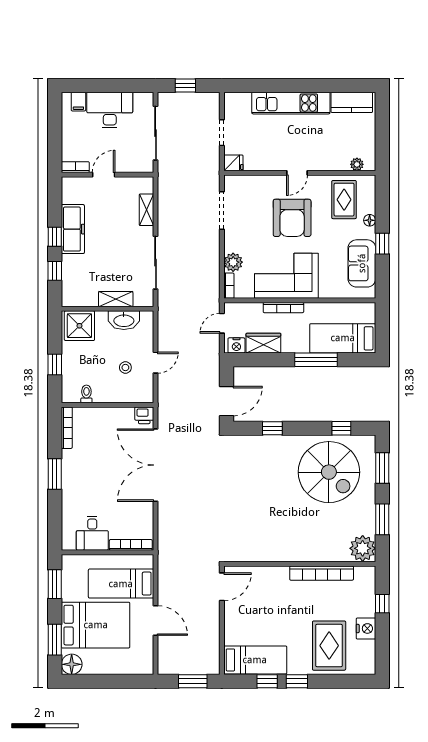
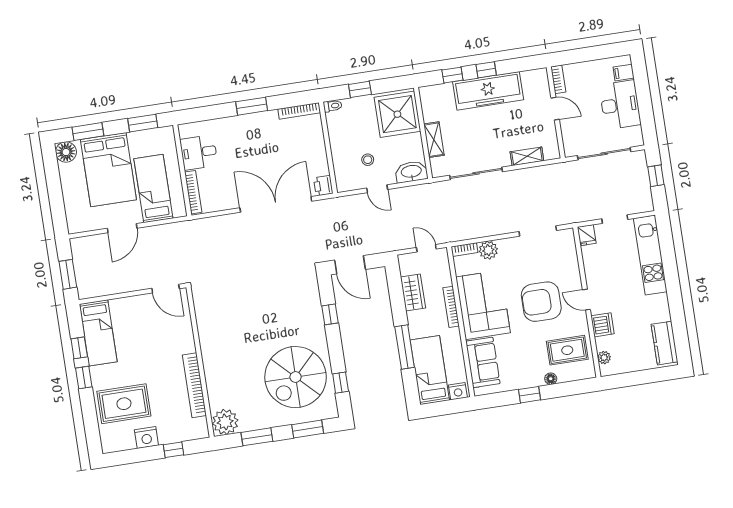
kitchen unit: (291, 103) -> (650, 255), moved
dishwasher: (324, 161) -> (603, 325), added
freezer: (73, 229) -> (488, 91), width x1.36, depth x1.26
sofa: (362, 263) -> (483, 362), moved, turned 90
washbasin: (124, 320) -> (411, 172), moved, turned 90
shower: (79, 326) -> (397, 114), width x1.37, depth x1.37
nightstand: (236, 345) -> (458, 391), moved, turned -90
toilet: (86, 394) -> (333, 106), moved

